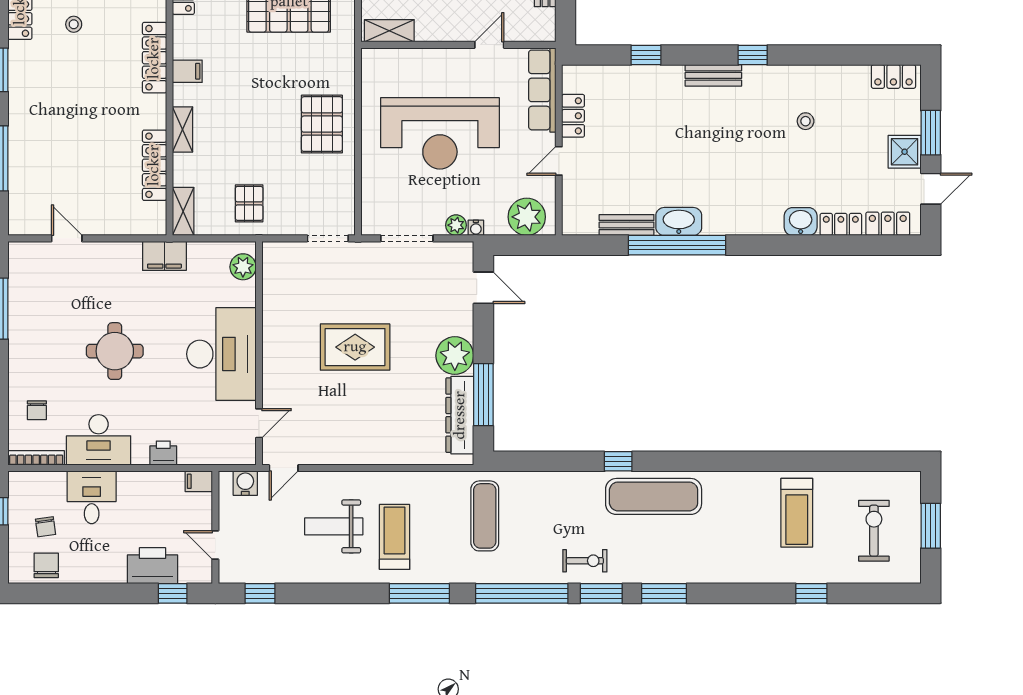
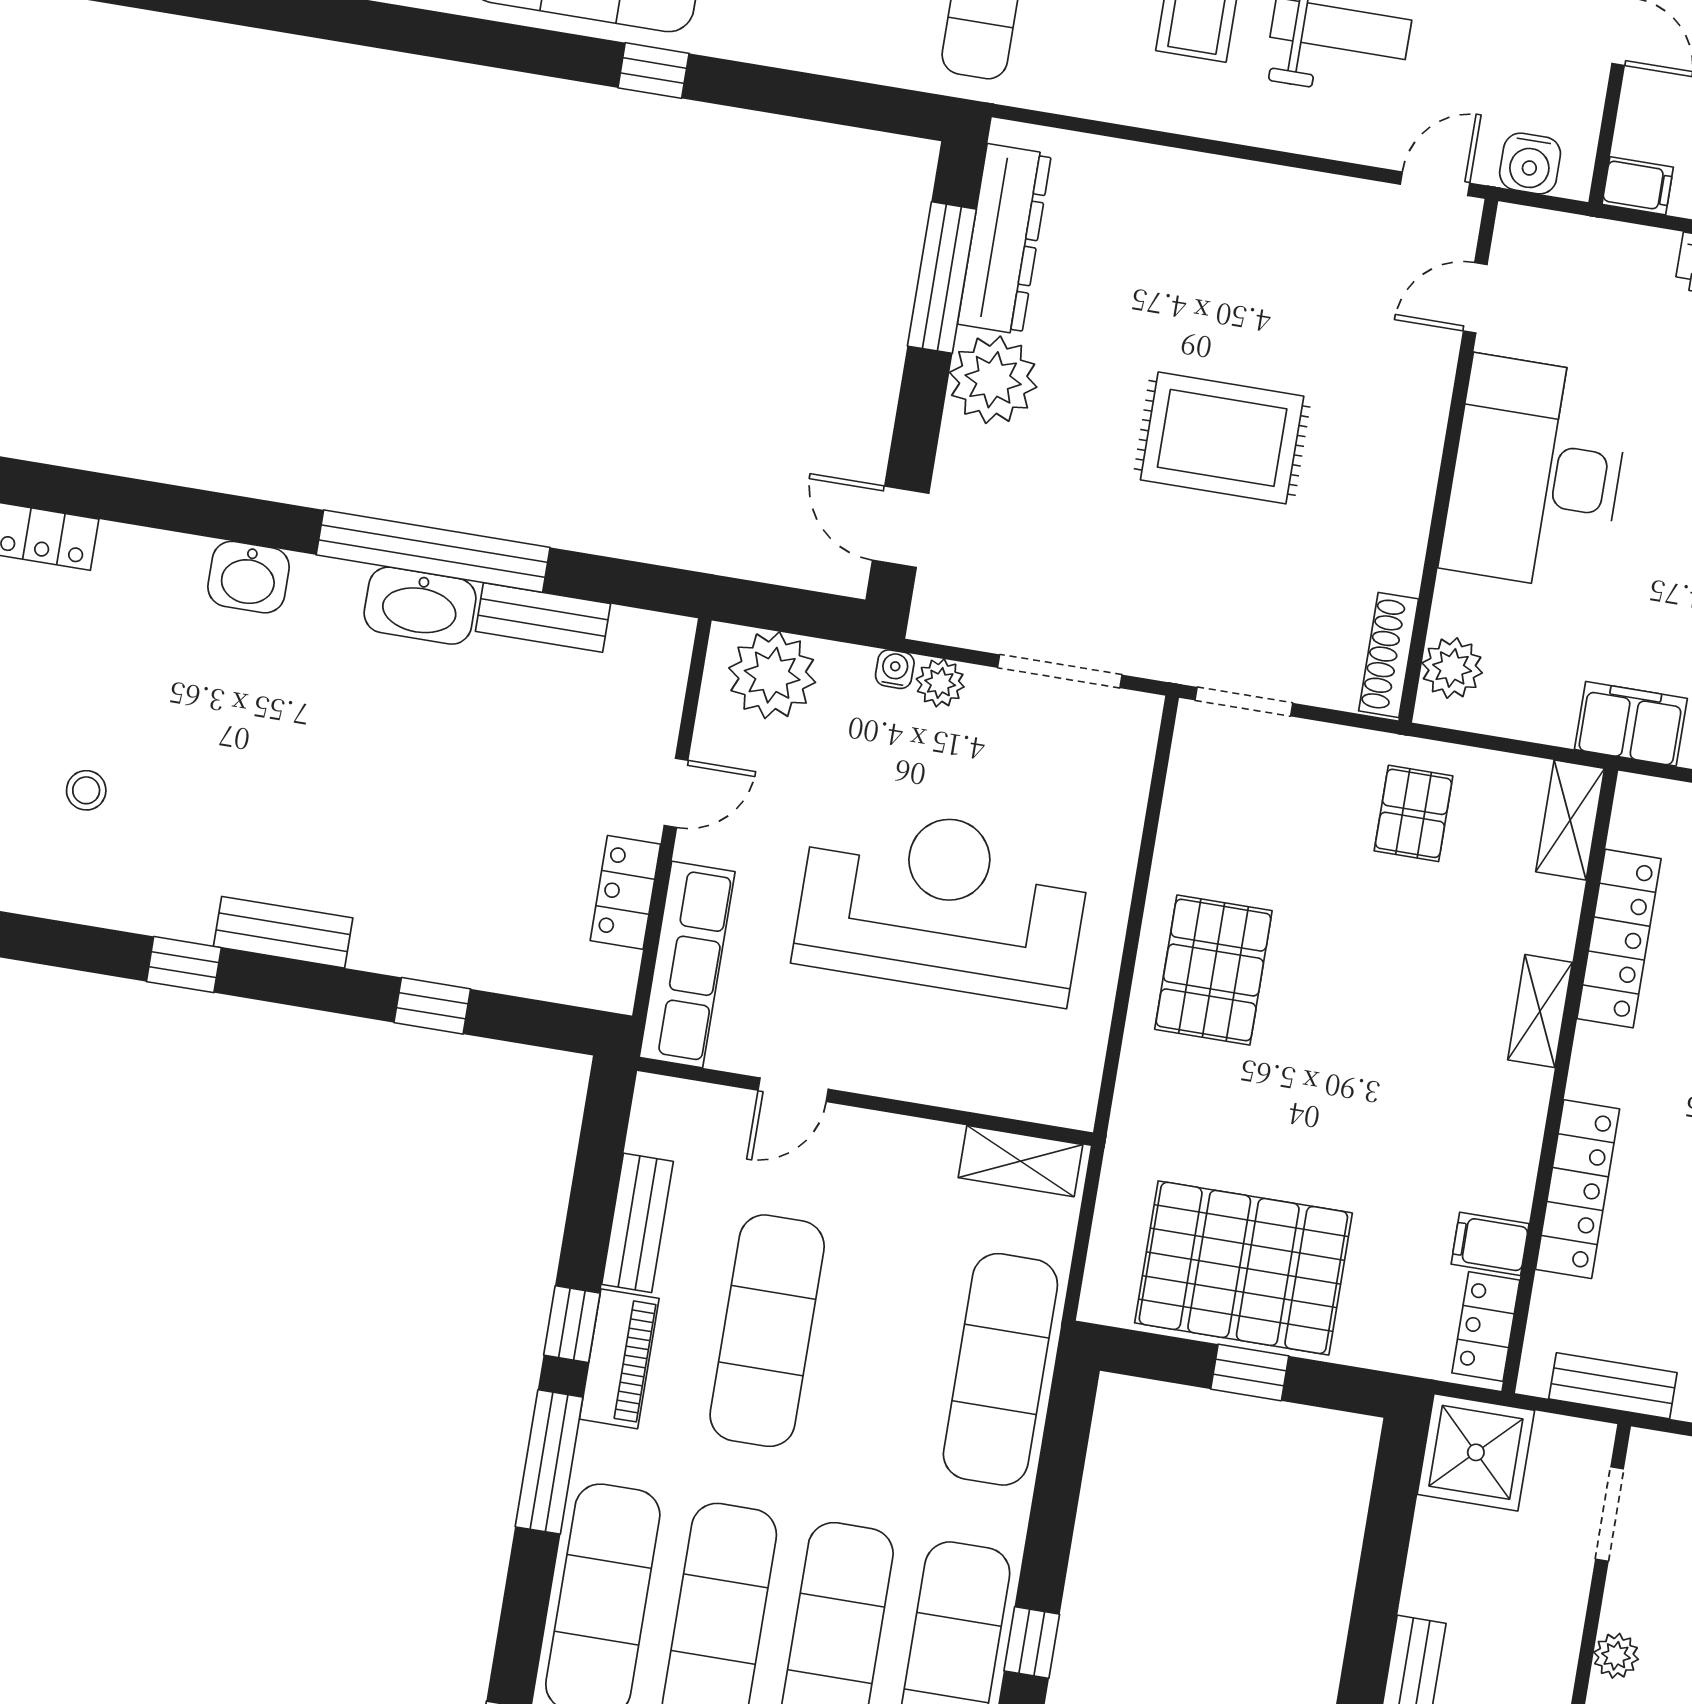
filing cabinet: (187, 71) -> (1490, 1244), moved
washbasin: (801, 222) -> (249, 577), moved
shoe rack: (270, 268) -> (1389, 655), added

